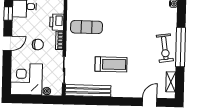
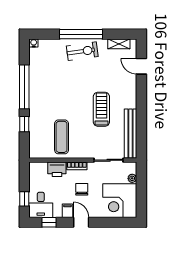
filing cabinet: (18, 31) -> (67, 211), added

